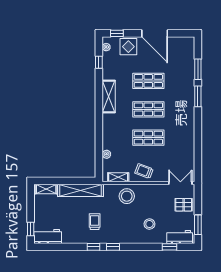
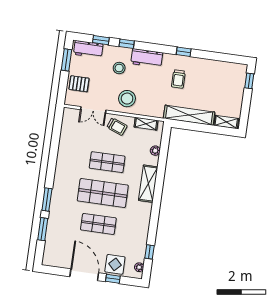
window: (117, 33) -> (113, 279), moved
shelving: (109, 97) -> (148, 184), moved
shop shelf: (148, 109) -> (103, 193), width x1.43, depth x1.36
double door: (180, 183) -> (93, 110), moved
stool: (127, 196) -> (127, 99), moved
workbench: (48, 236) -> (147, 58), moved
window: (113, 247) -> (127, 44), moved

